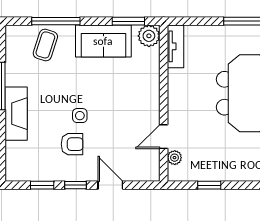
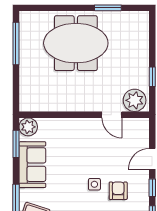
tv unit: (175, 46) -> (37, 105), removed
plant: (175, 158) -> (135, 100), width x1.88, depth x1.88

